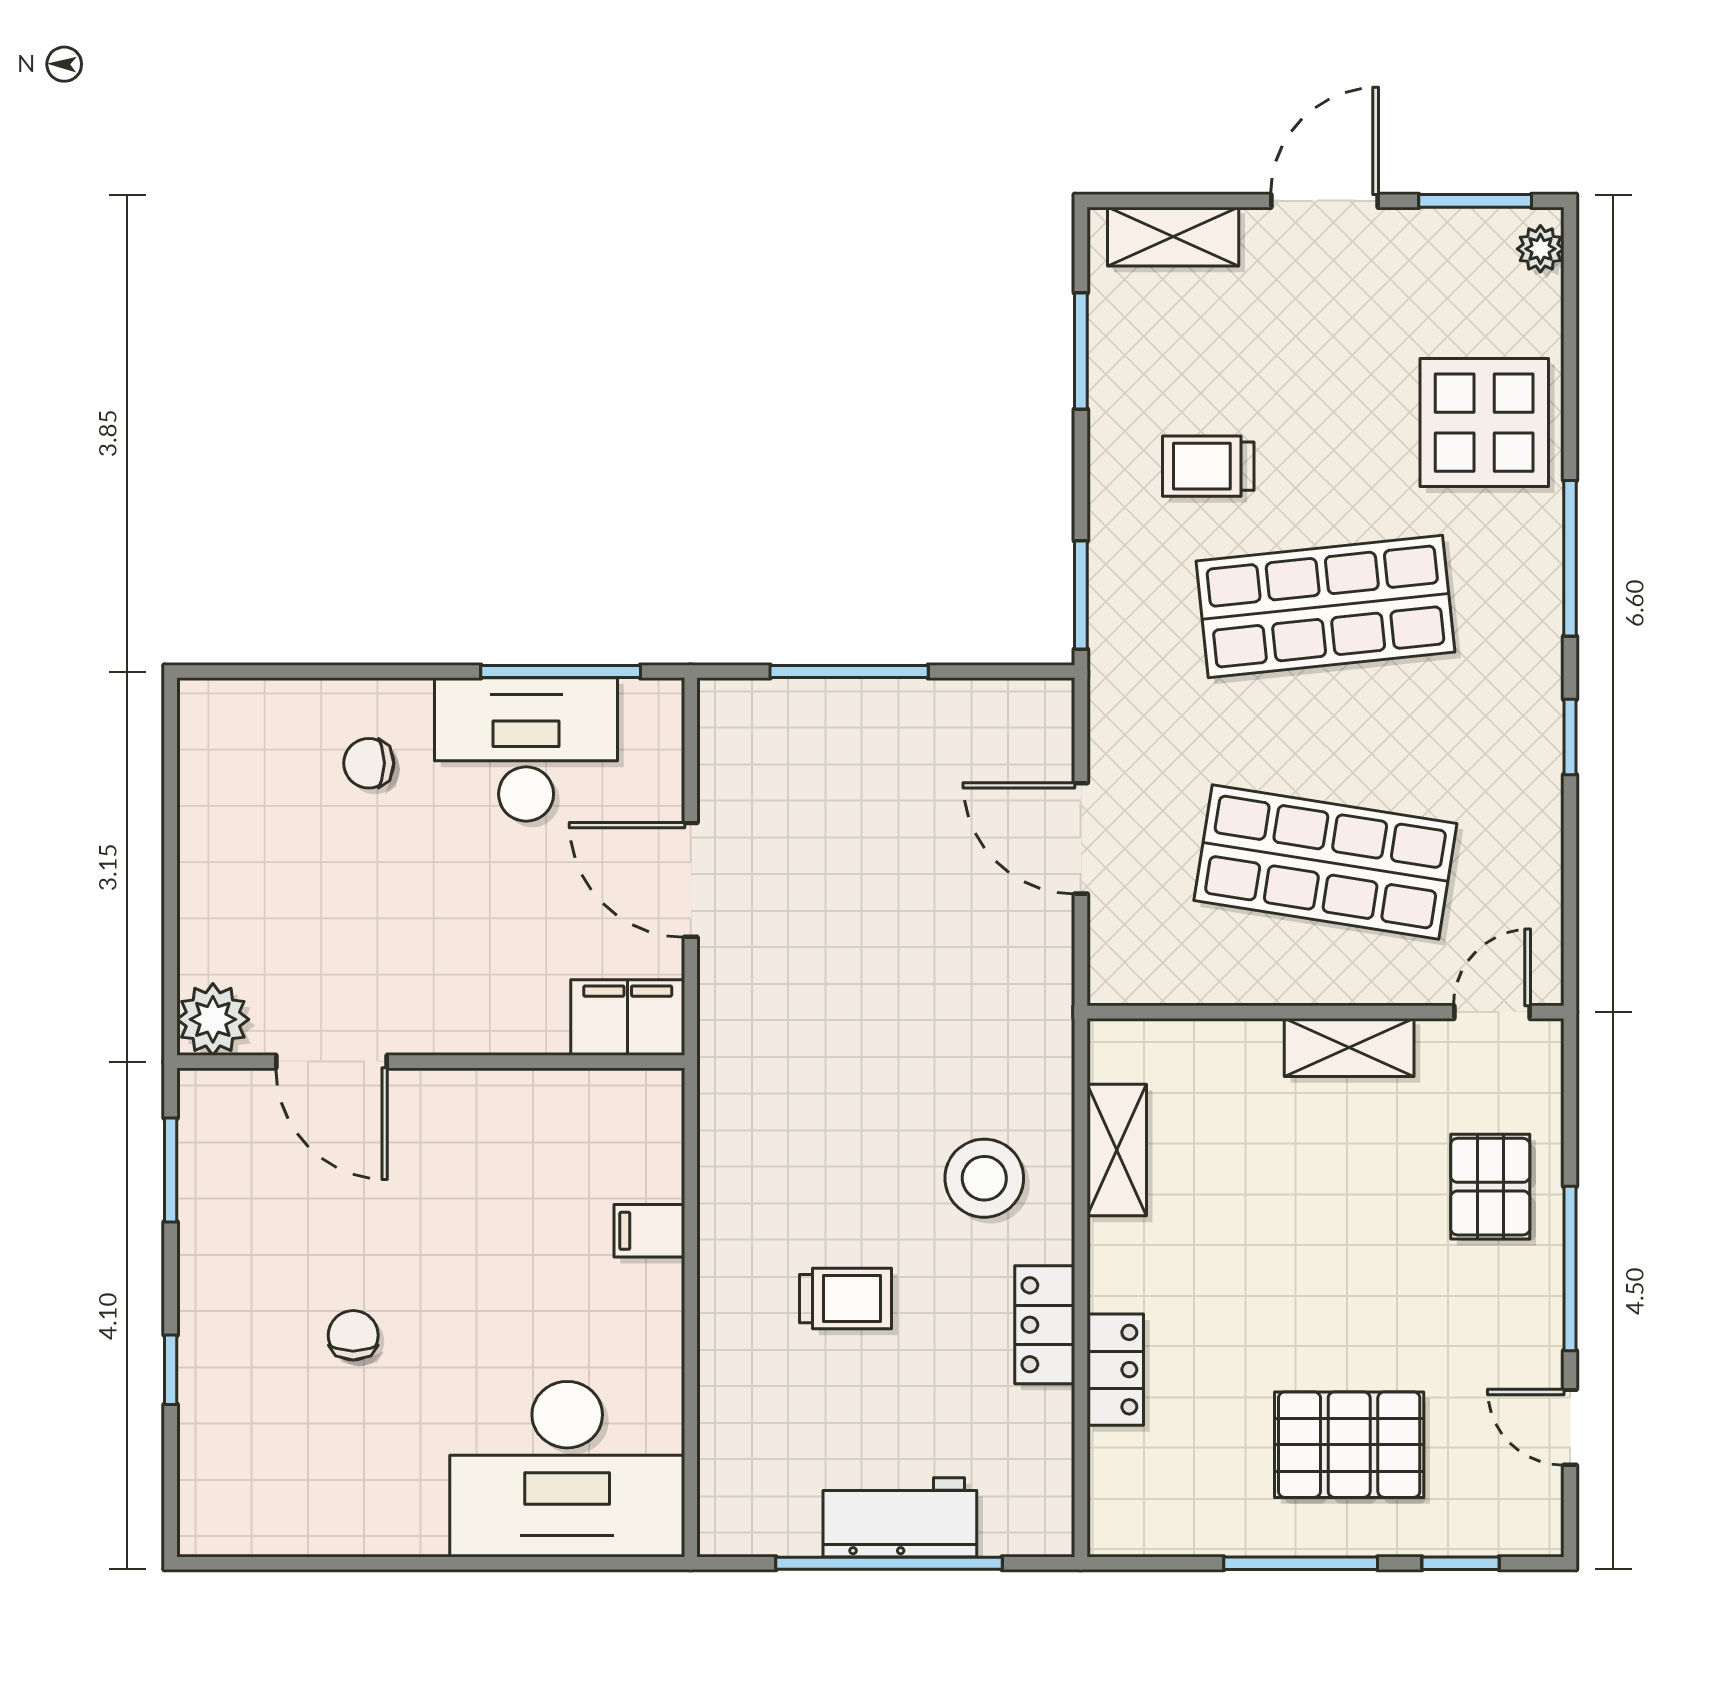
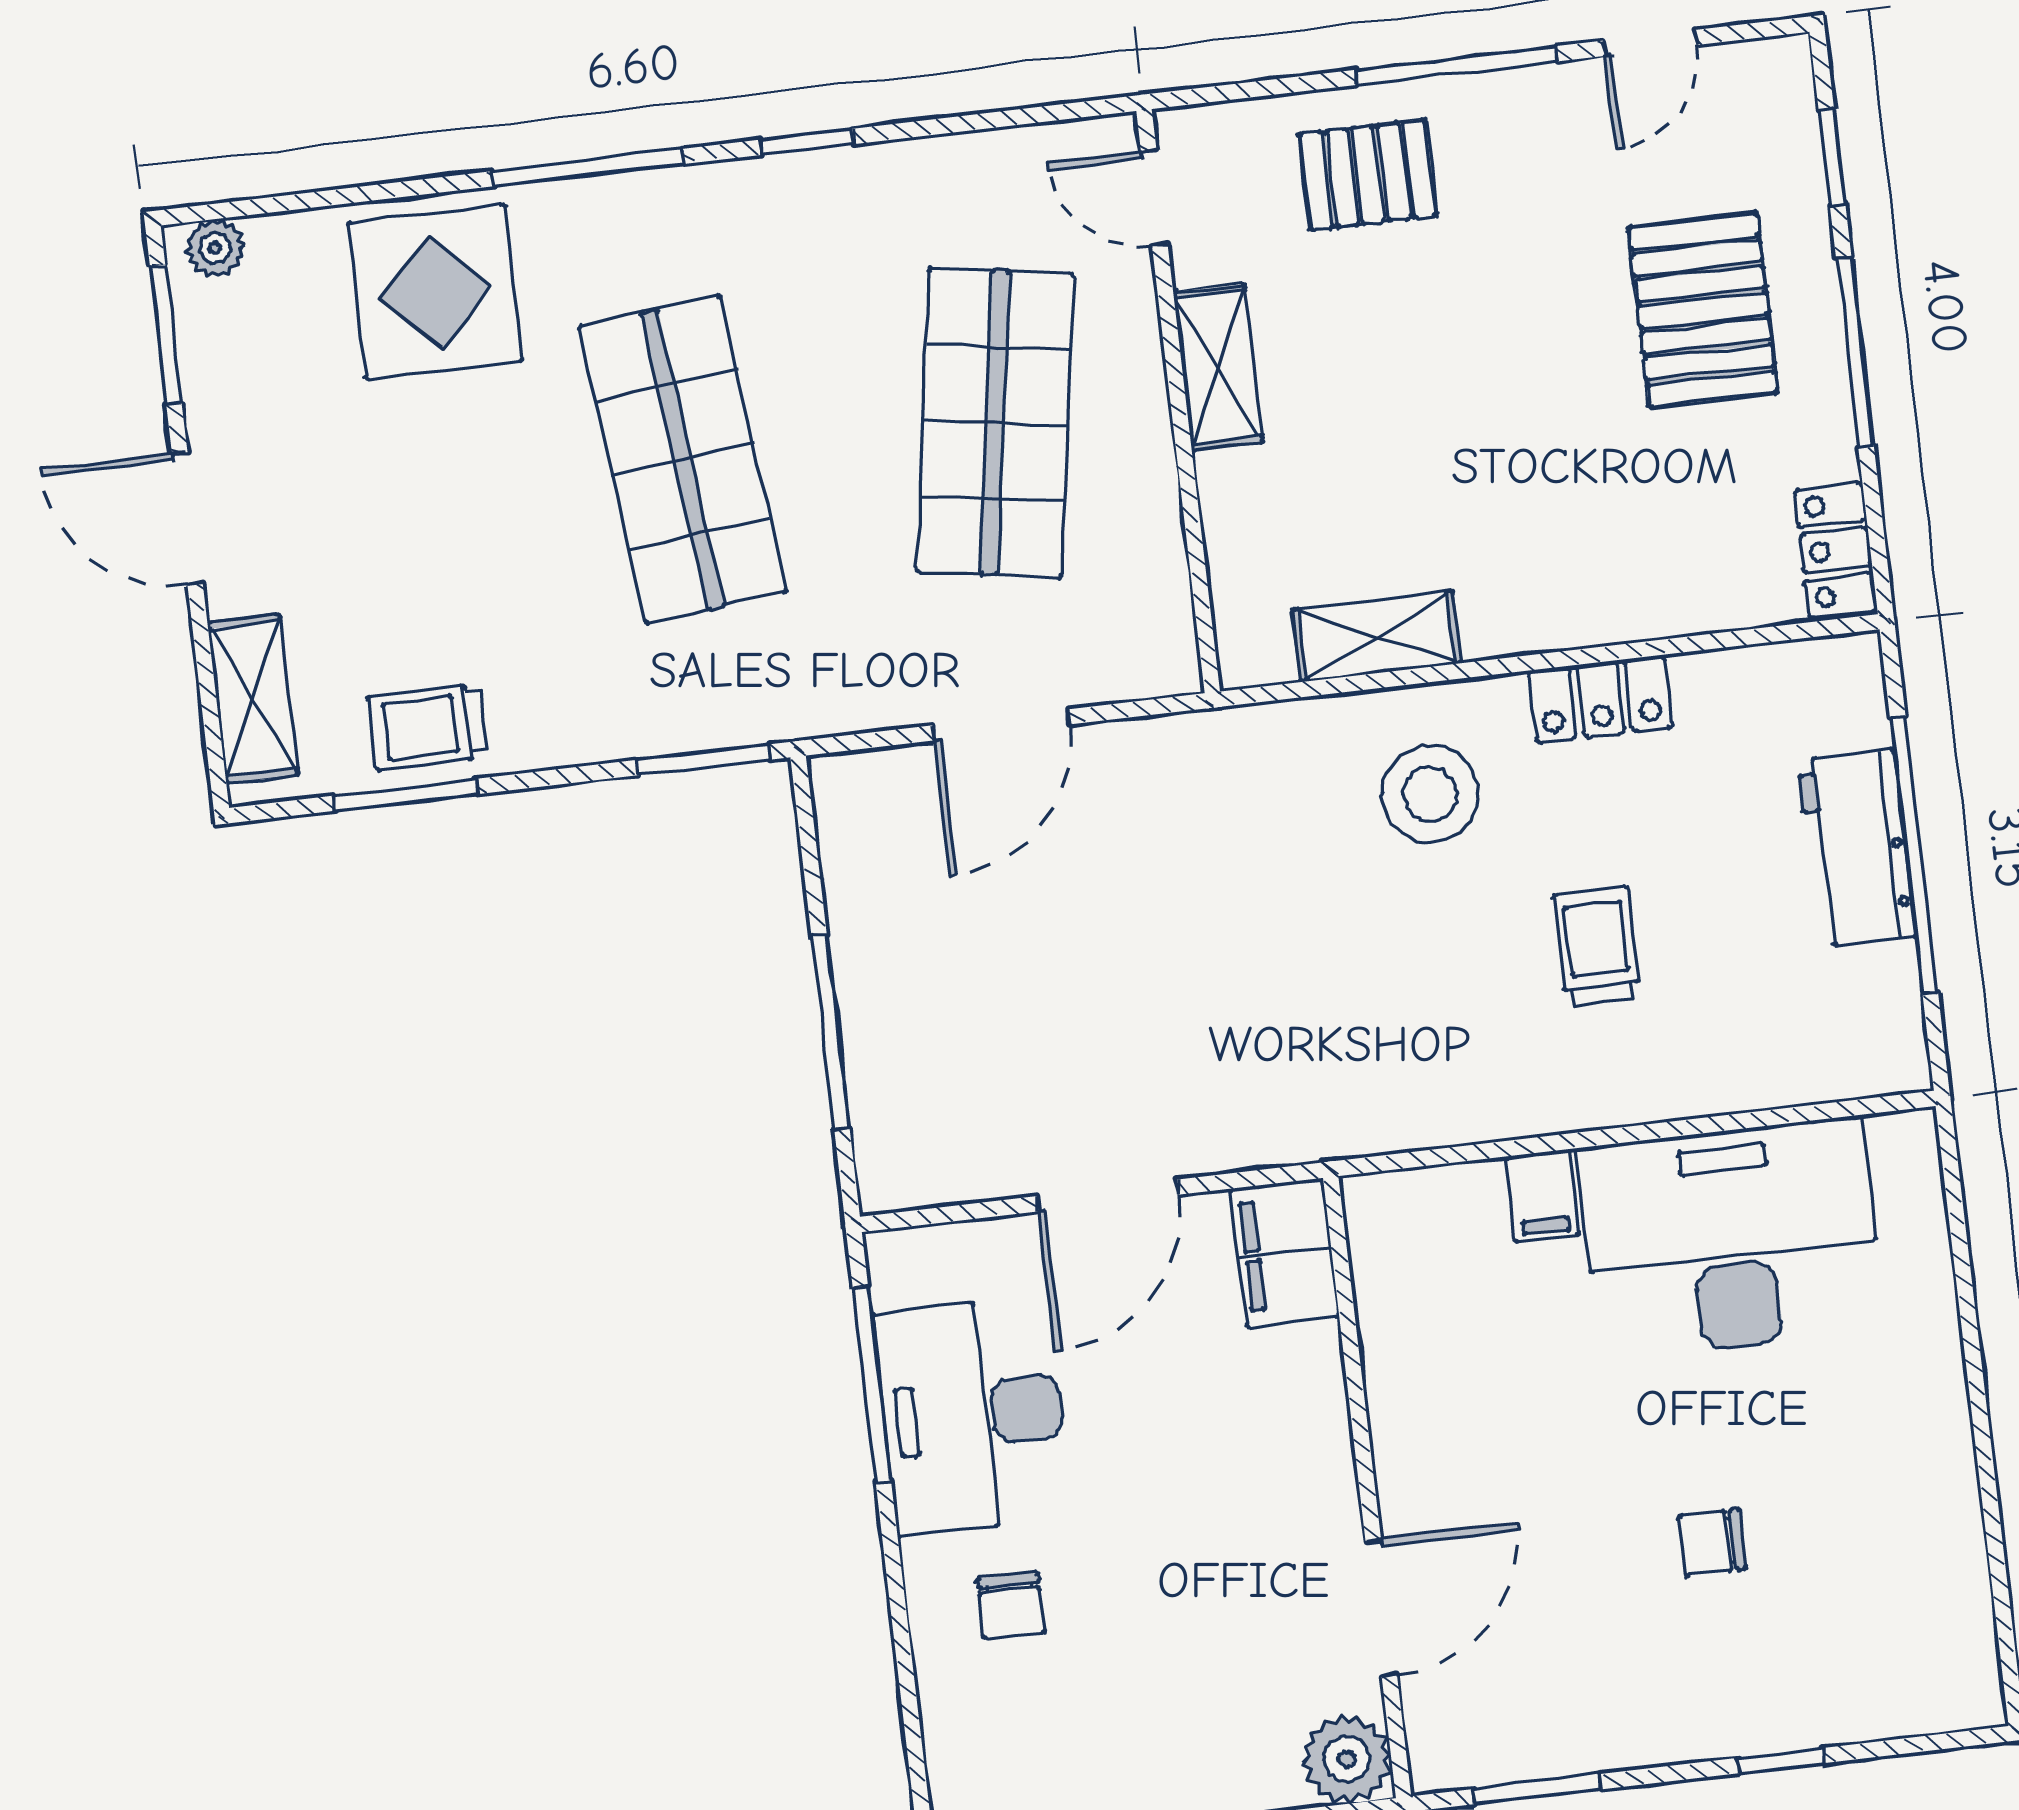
trolley: (1208, 466) -> (428, 727), moved, turned 90
locker: (1115, 1370) -> (1836, 550), moved, turned -90
desk: (567, 1469) -> (1731, 1239), moved, turned -90

